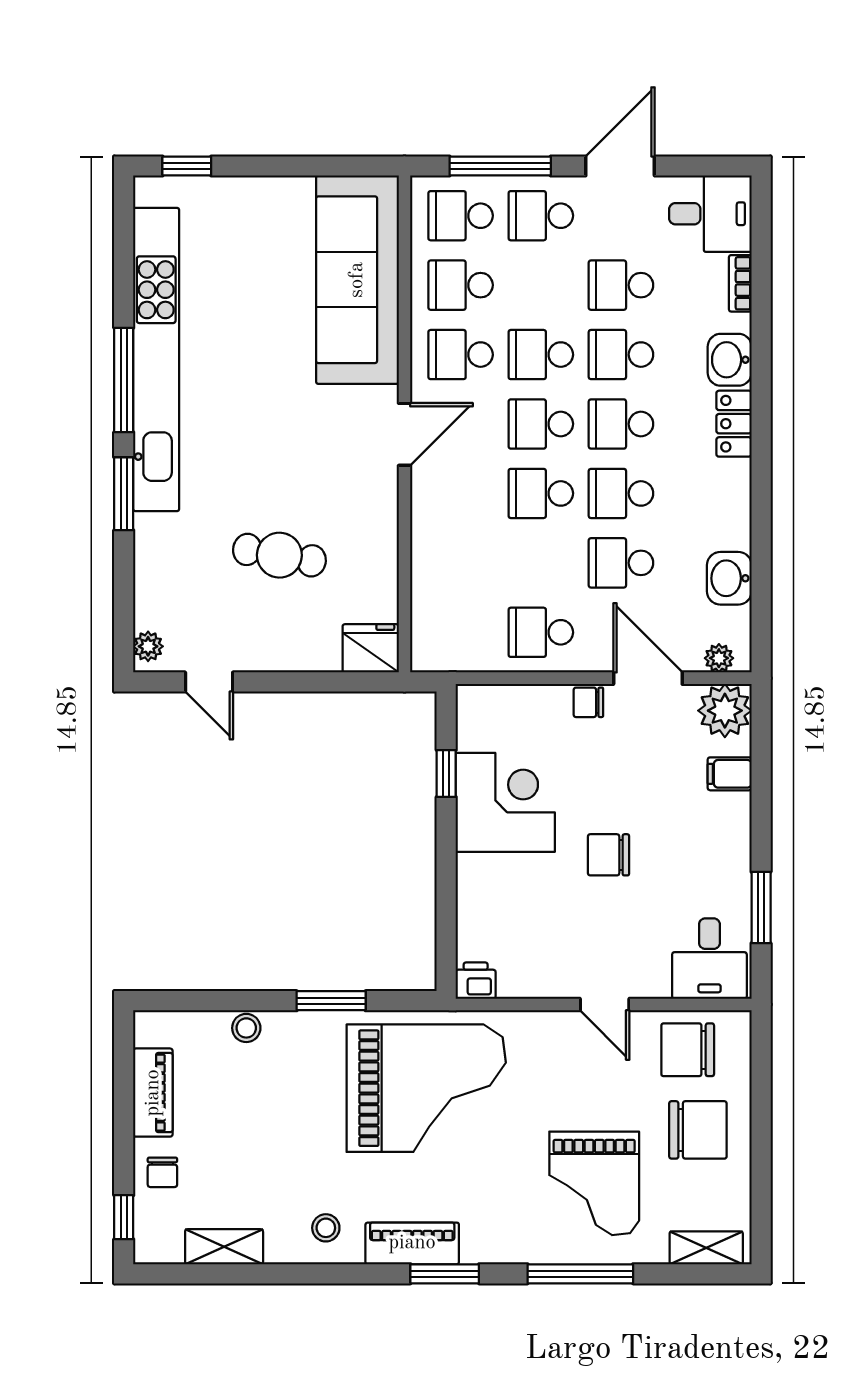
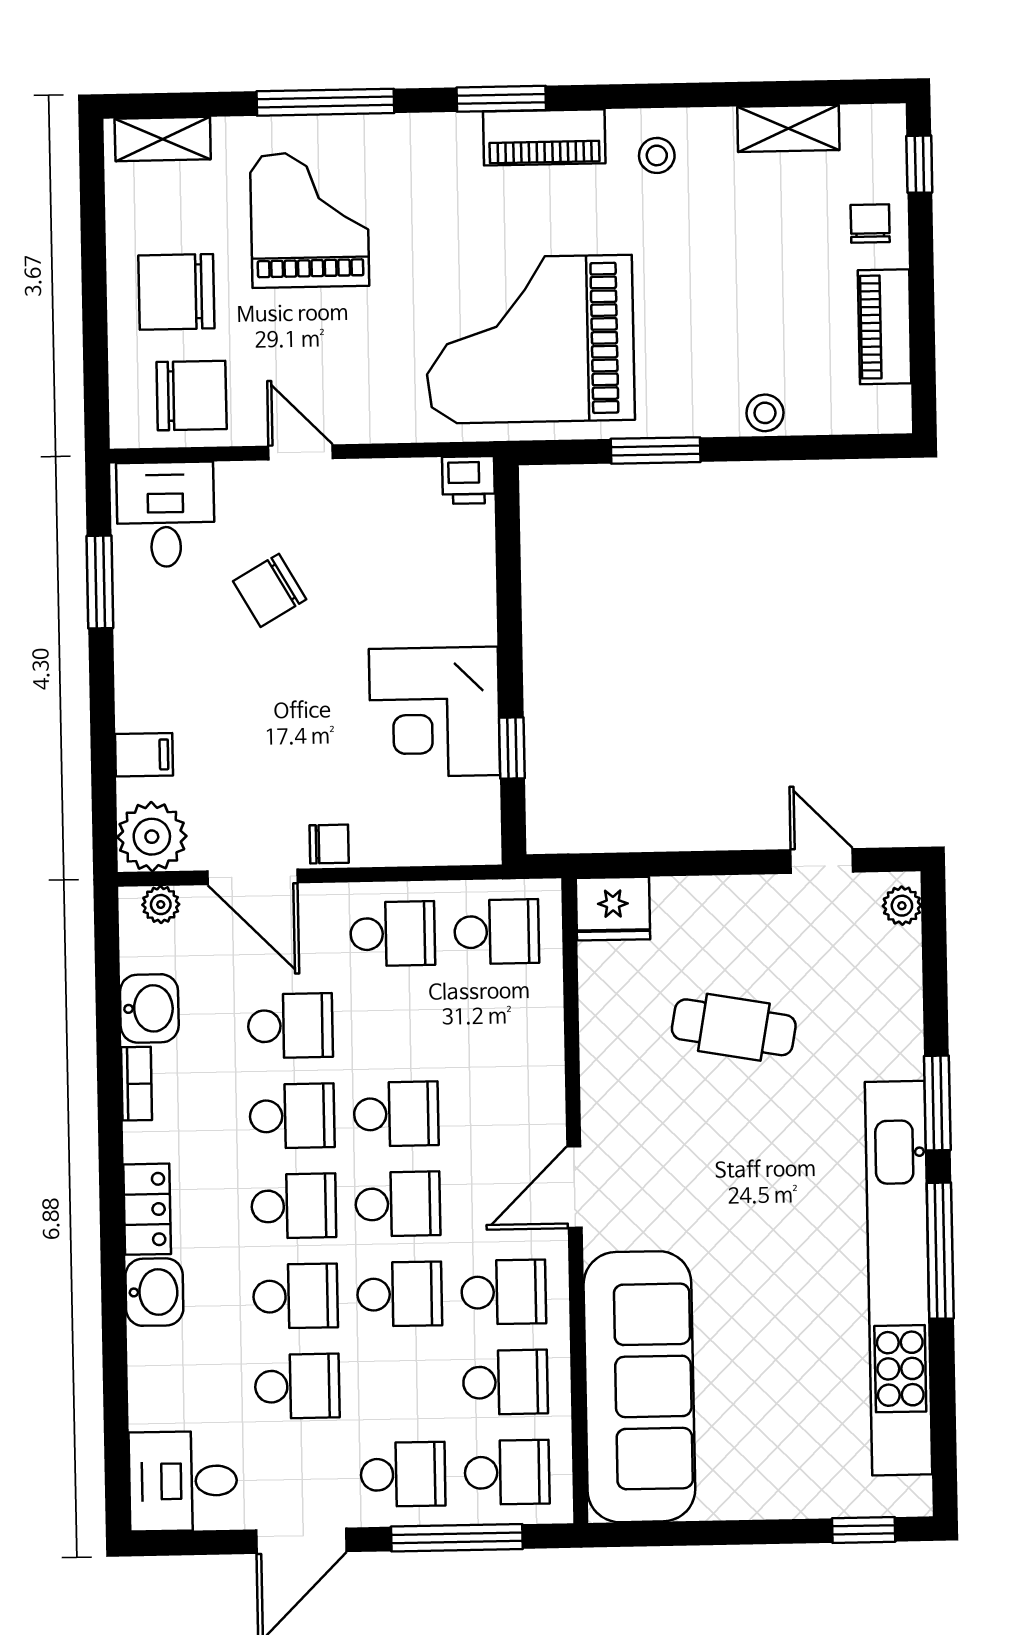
bookcase: (740, 283) -> (137, 1084), moved
school desk: (461, 632) -> (497, 932), added
chair: (609, 855) -> (270, 590), moved, turned 150

